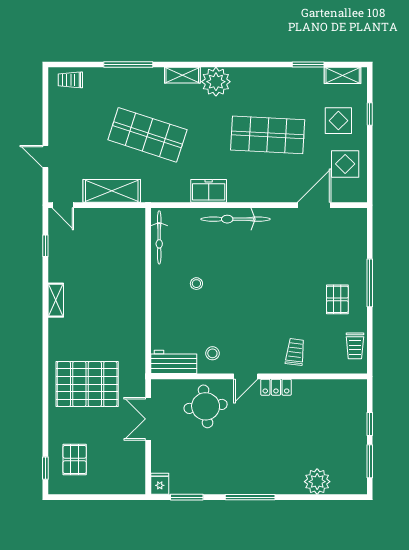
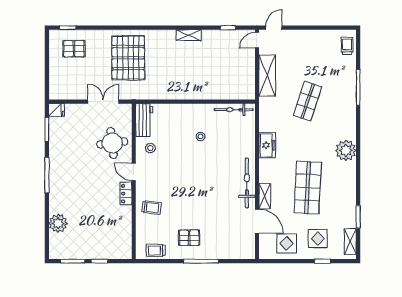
shelving: (182, 75) -> (265, 196), moved
shop shelf: (147, 135) -> (308, 101), width x0.70, depth x0.74
door: (45, 157) -> (274, 28), moved
bicycle: (236, 219) -> (247, 183), moved

